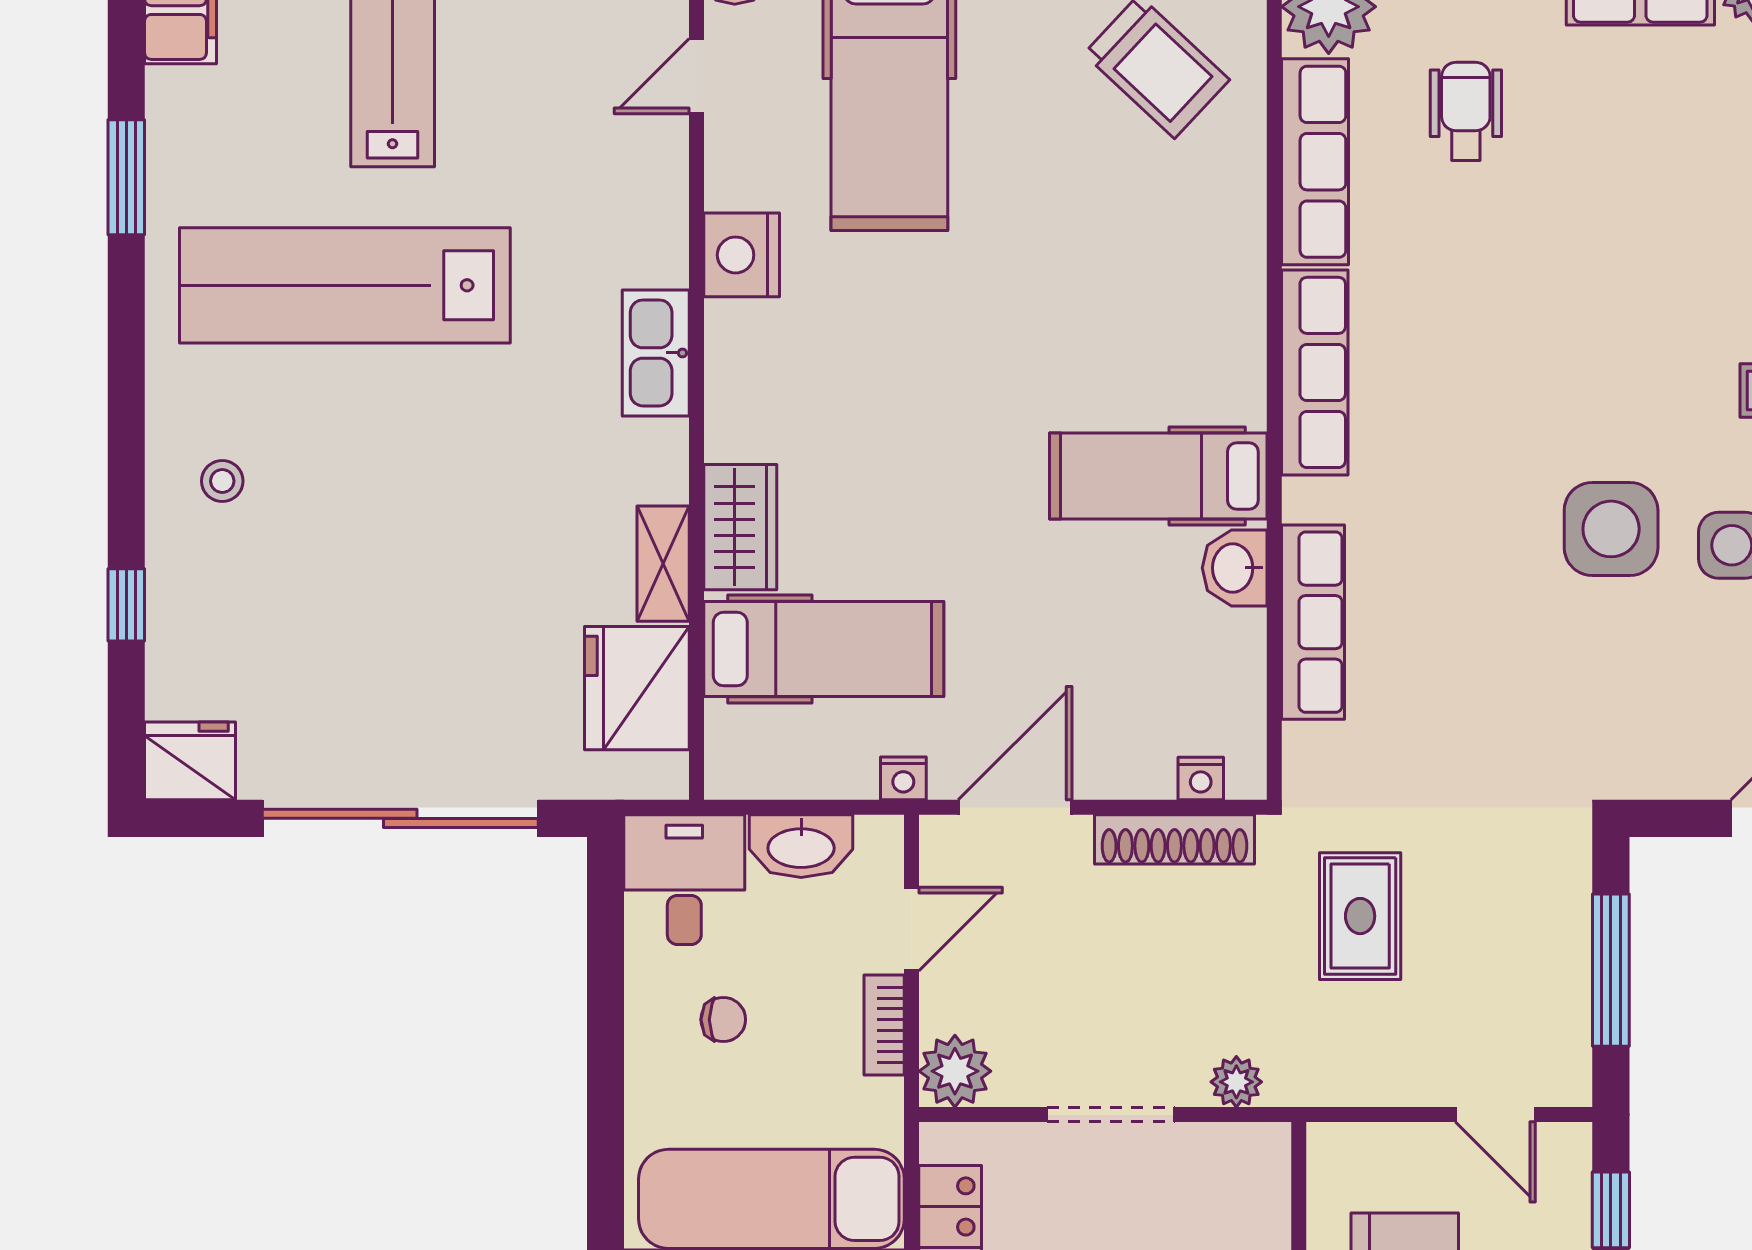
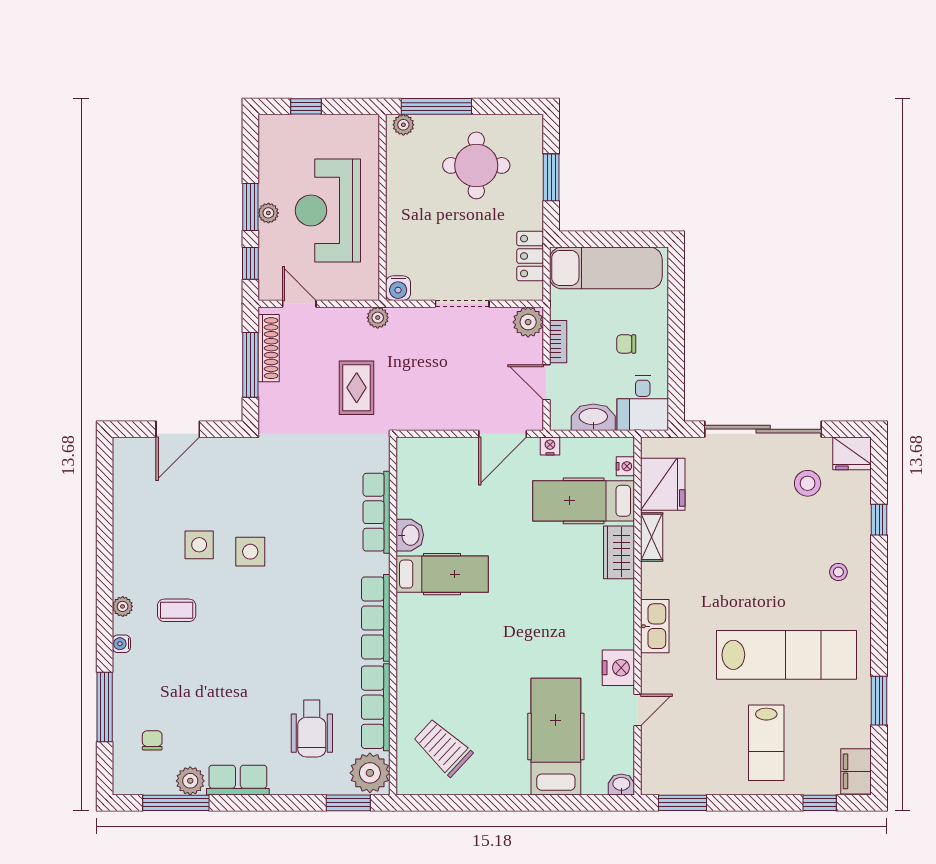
door: (697, 76) -> (638, 710), moved
wheelchair: (1466, 111) -> (312, 729), width x1.36, depth x1.37
side table: (1611, 529) -> (250, 552), width x0.73, depth x0.73
stool: (295, 690) -> (808, 483), added
nightstand: (1201, 779) -> (625, 466), moved, turned 90
shoe rack: (1174, 839) -> (269, 348), moved, turned 90
door: (912, 929) -> (546, 382), hinge flipped
plant: (1236, 1082) -> (378, 318), moved
water cooler: (1262, 1151) -> (398, 288), added

